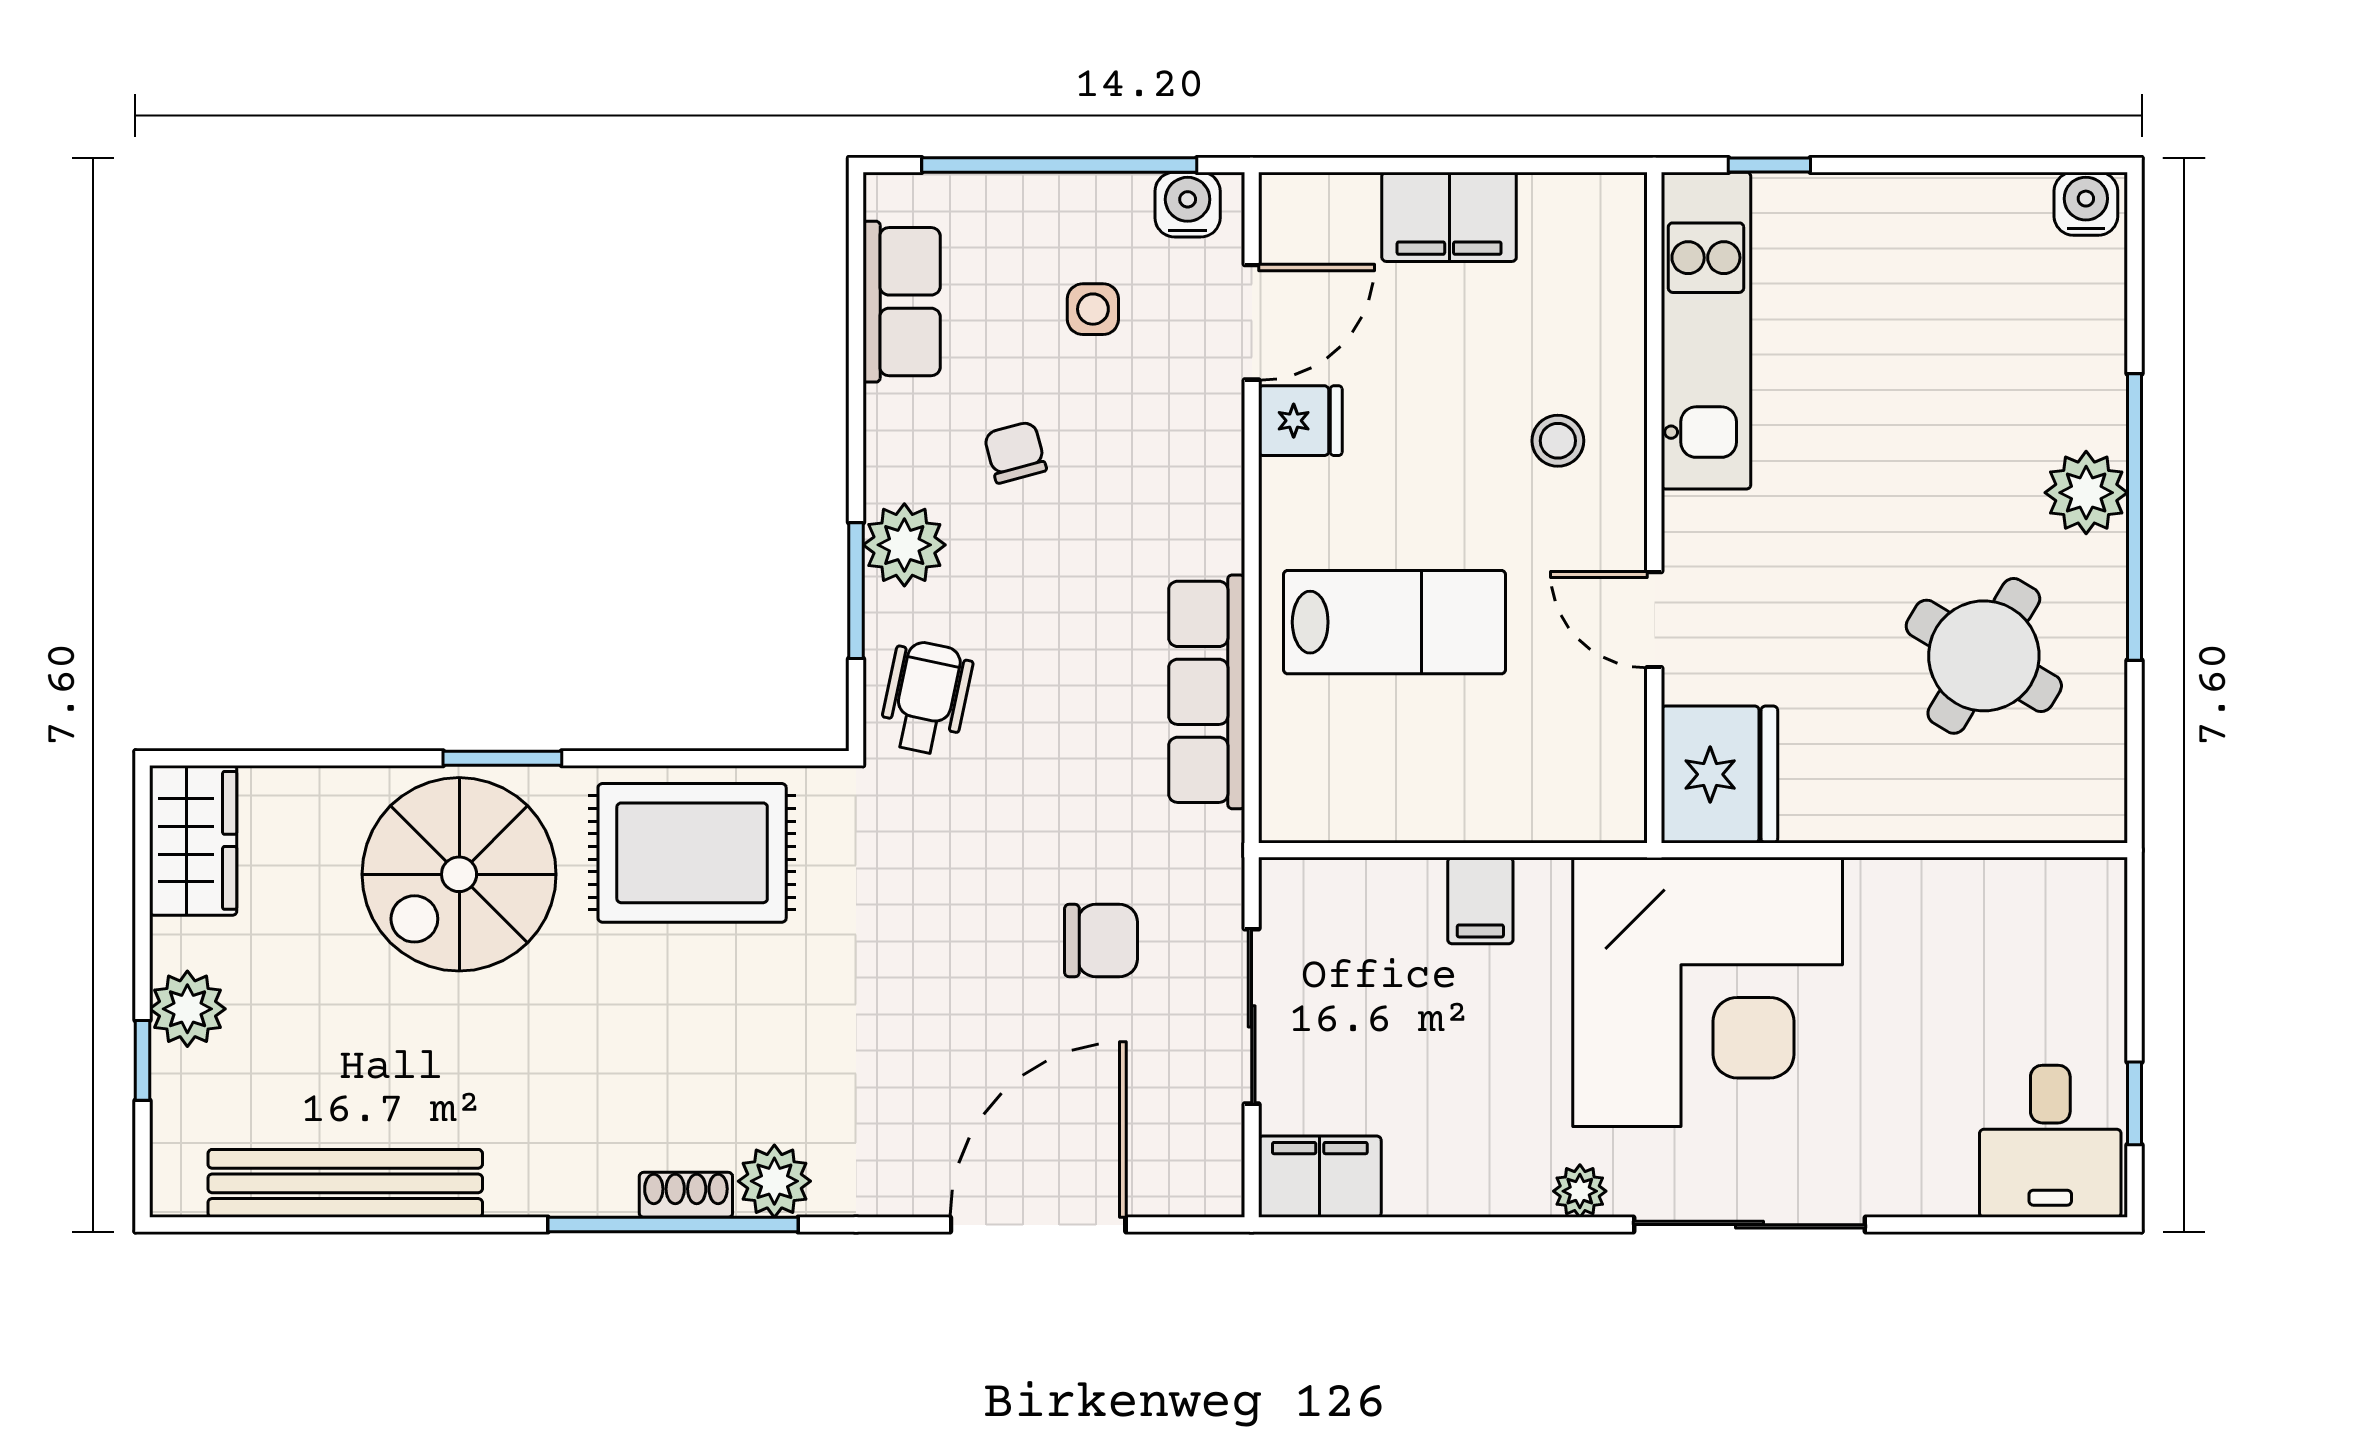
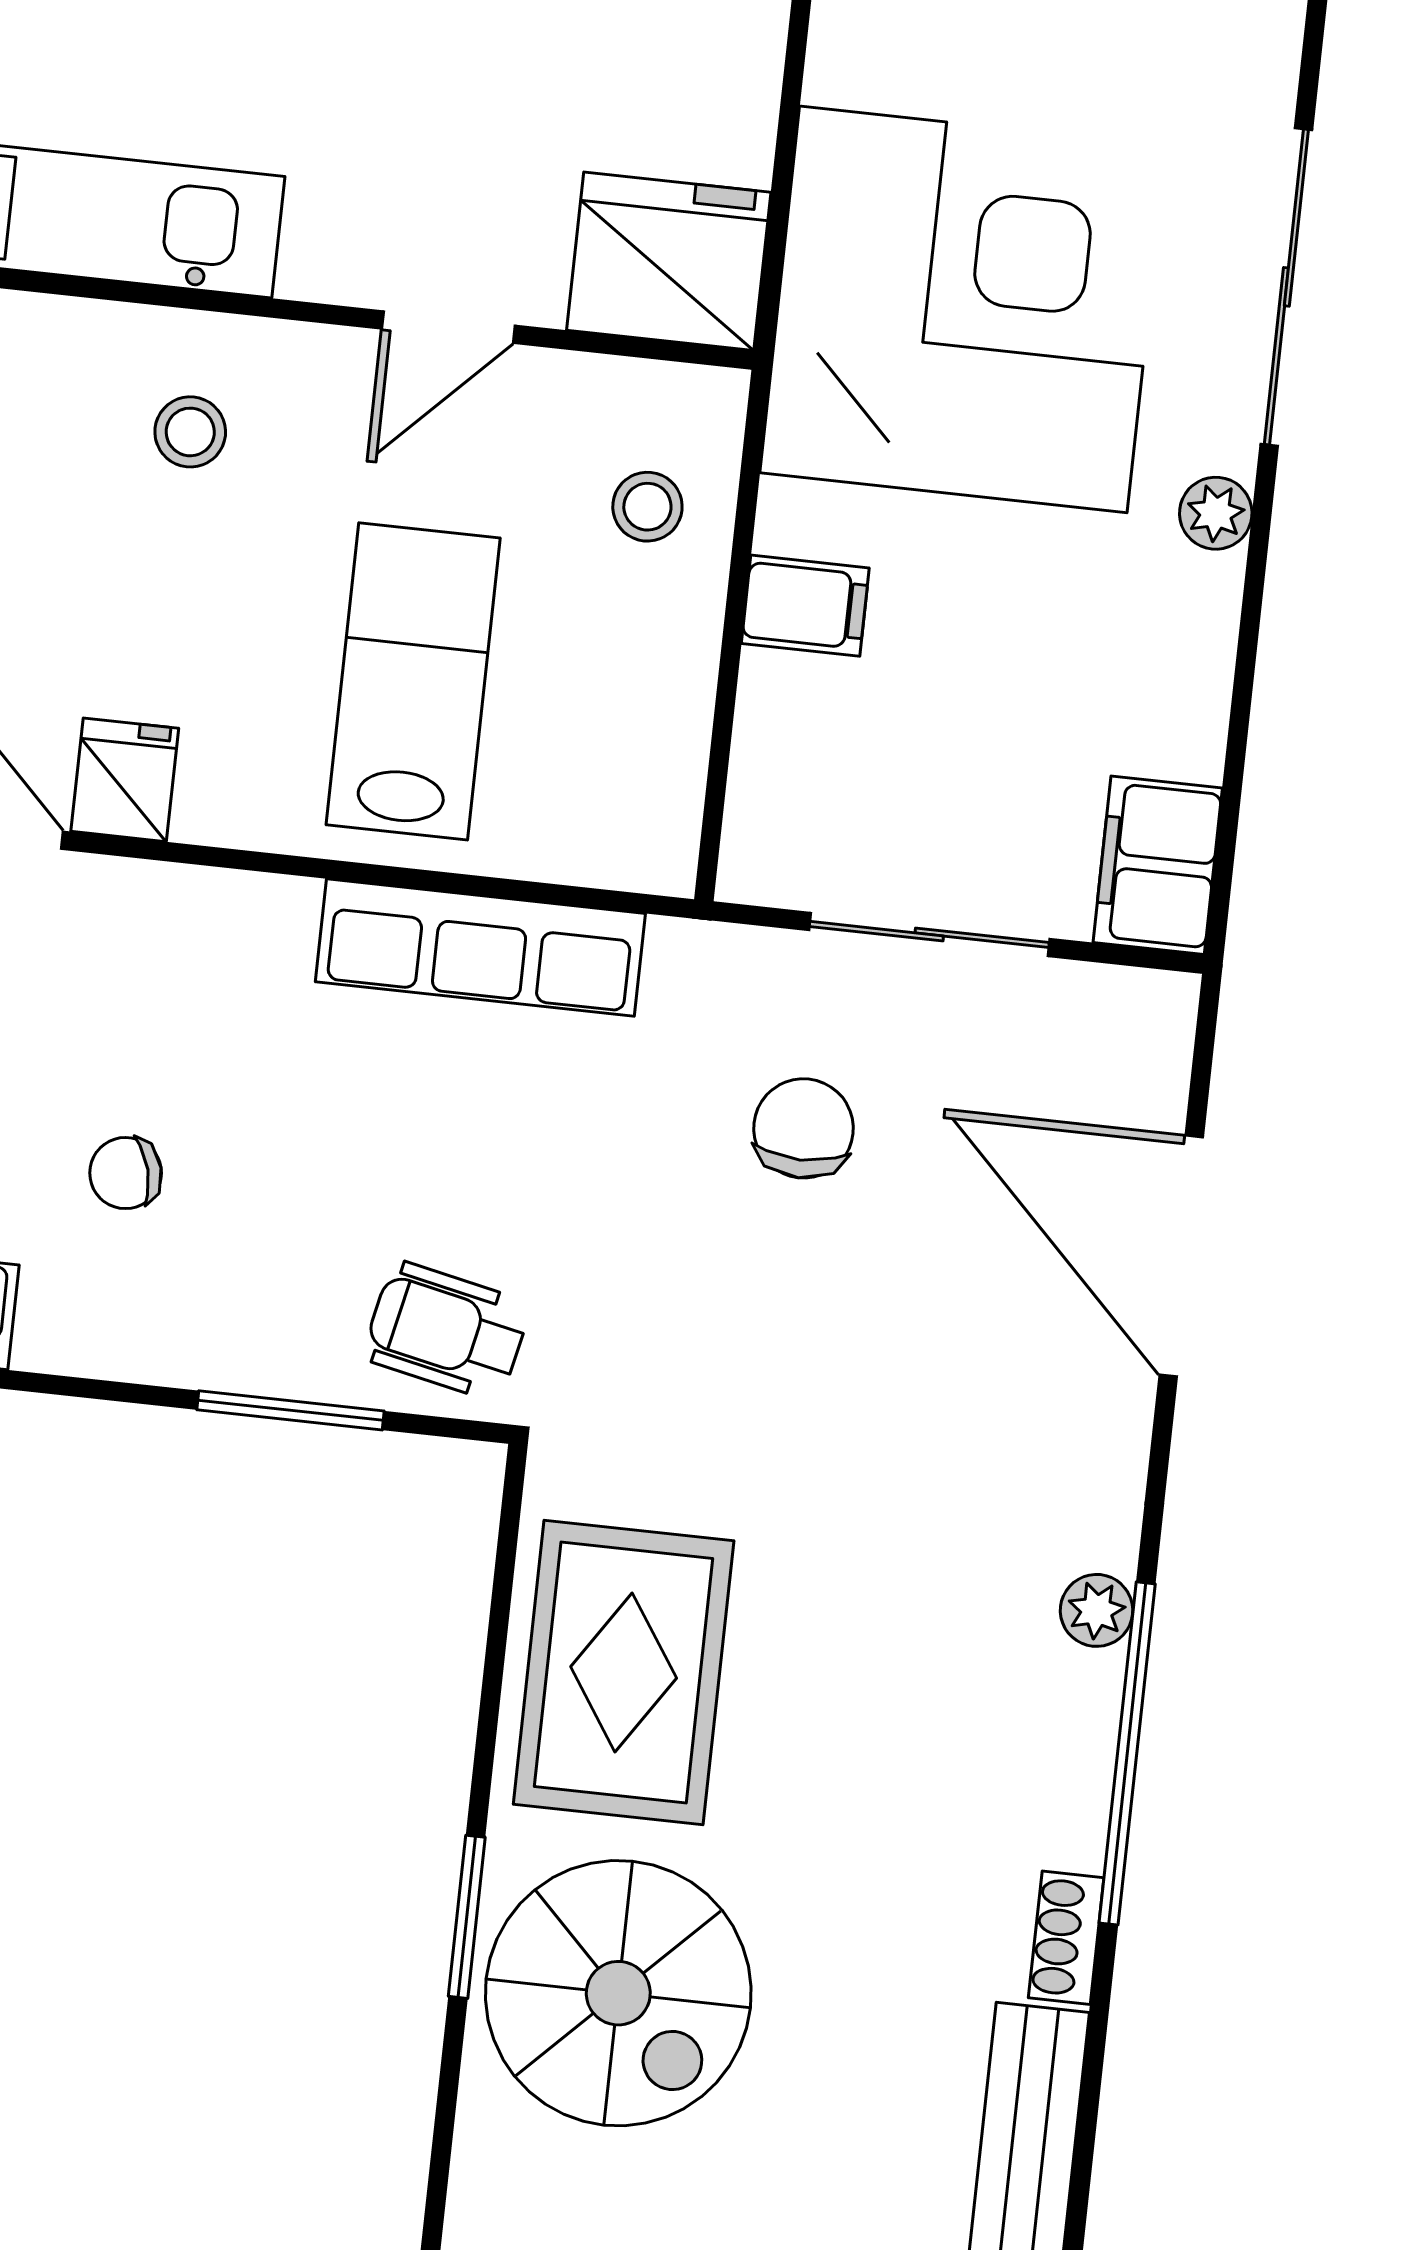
plant: (904, 545) -> (235, 1338), removed
stool: (1540, 778) -> (647, 507), added
plant: (774, 1181) -> (1097, 1610), width x0.73, depth x0.73
shoe rack: (686, 1195) -> (1066, 1938), moved

